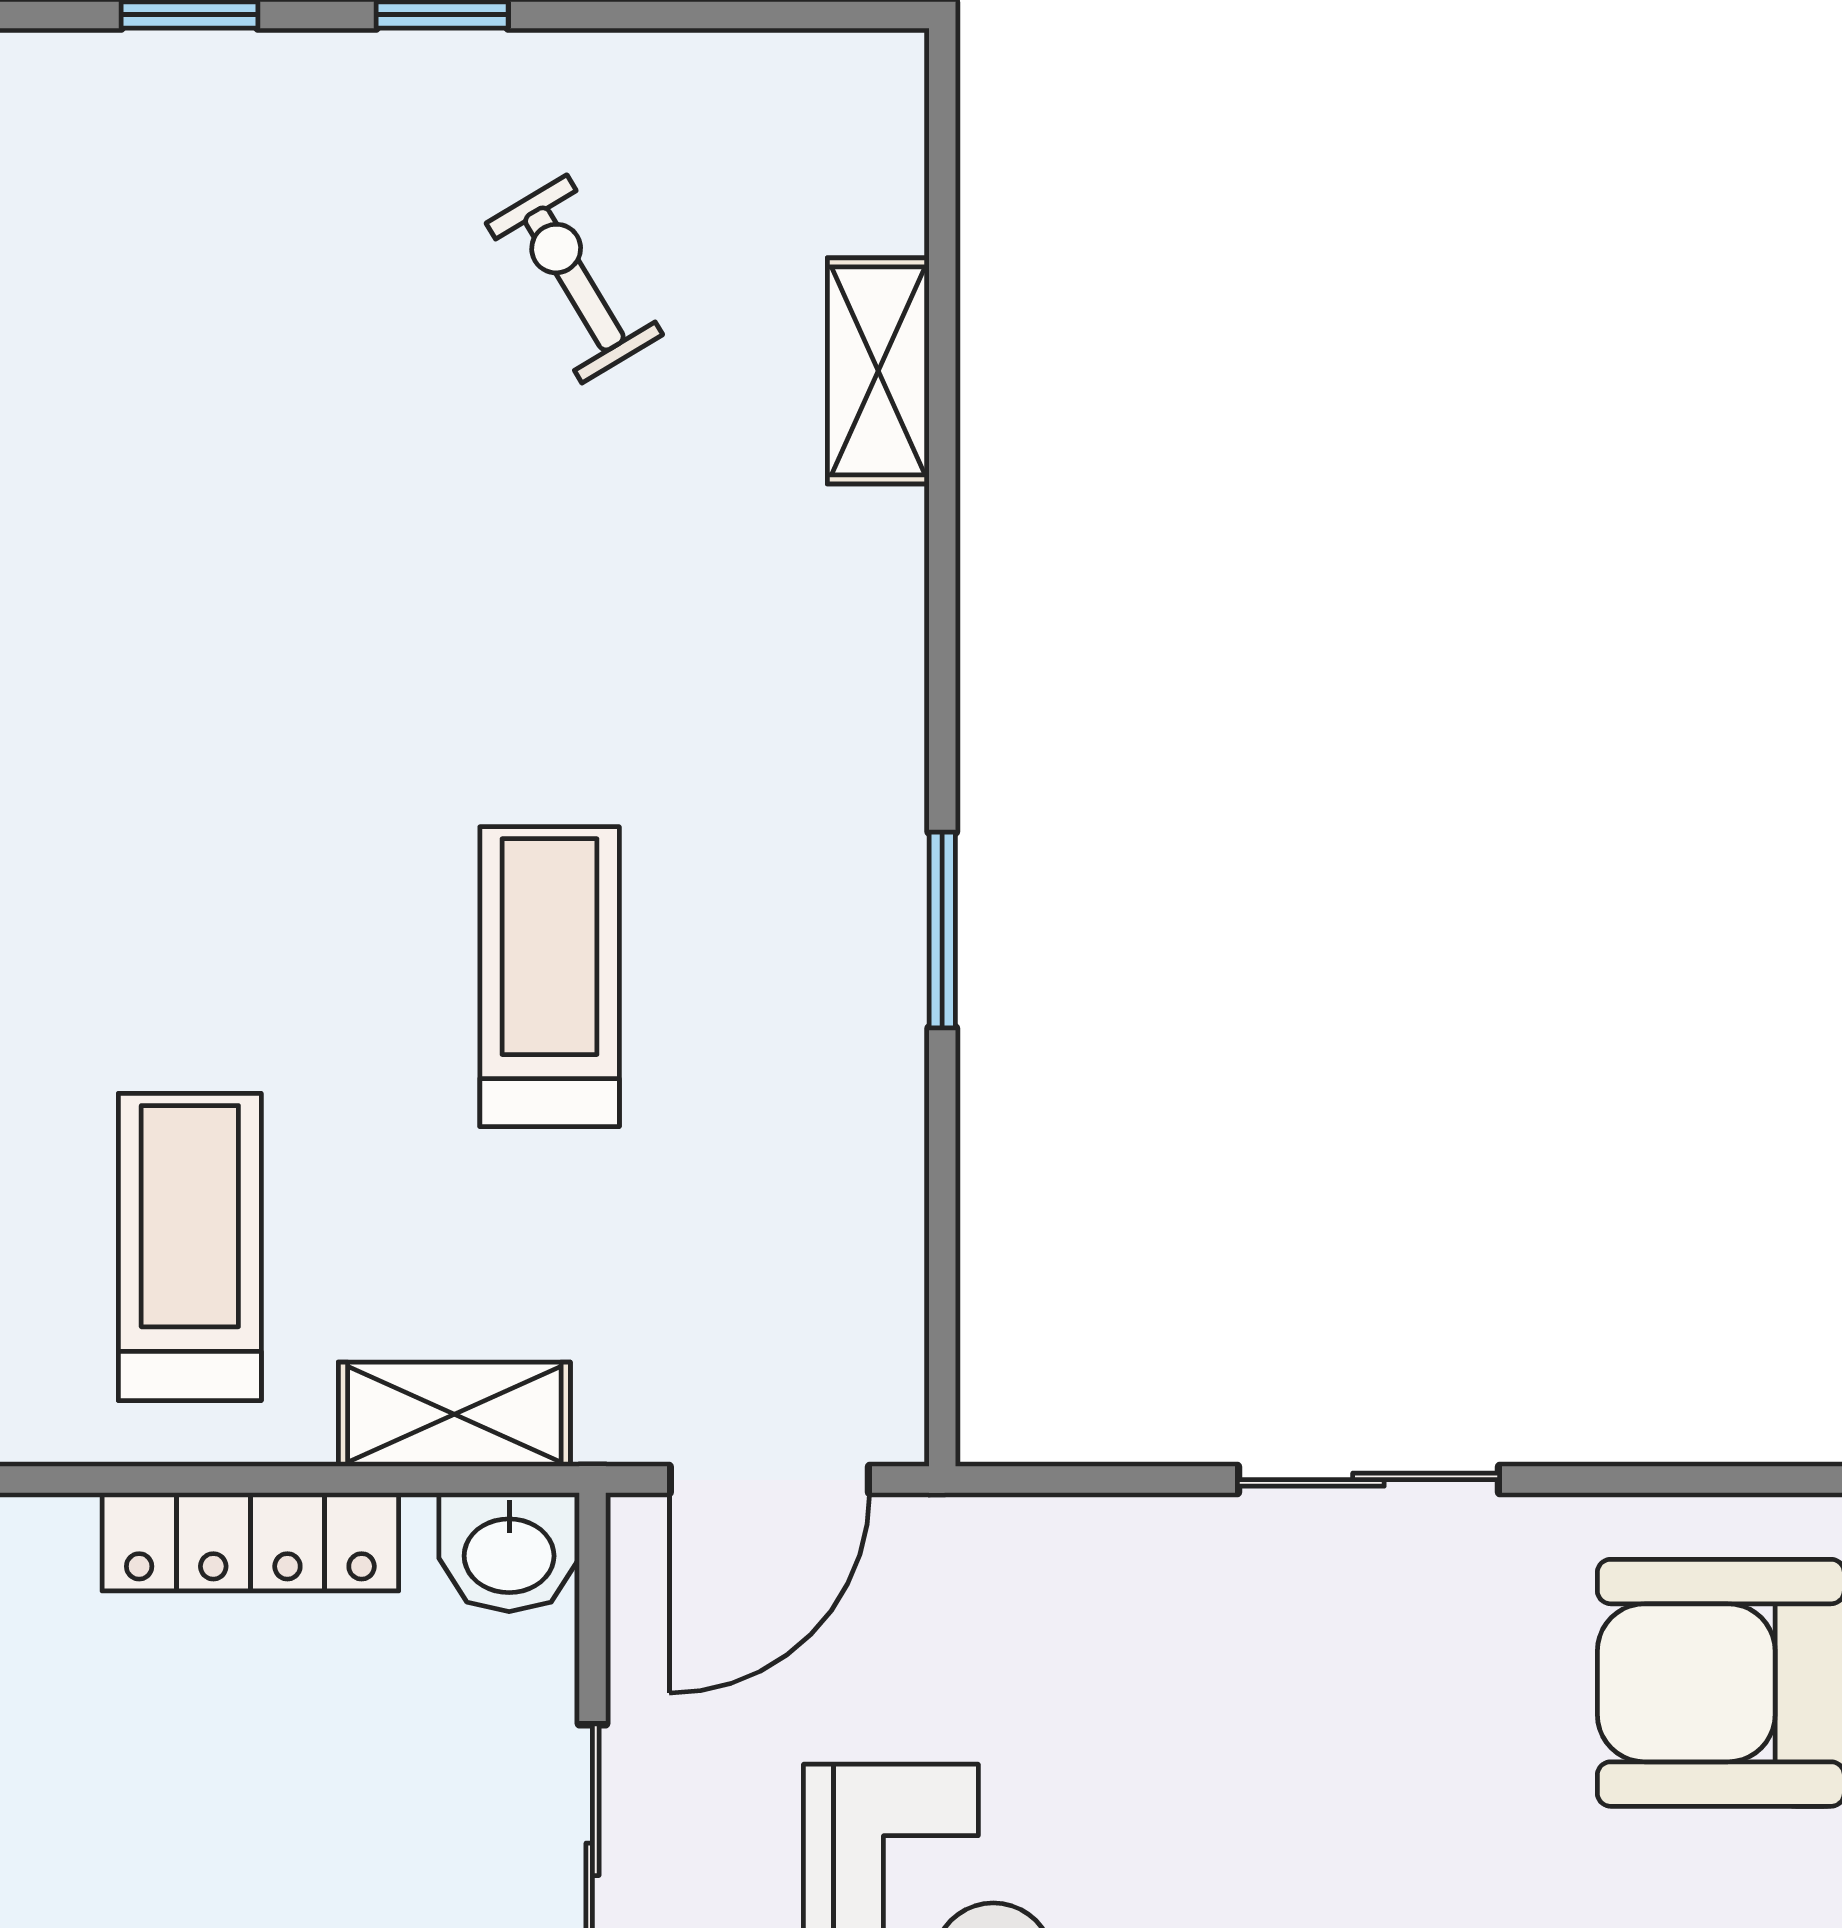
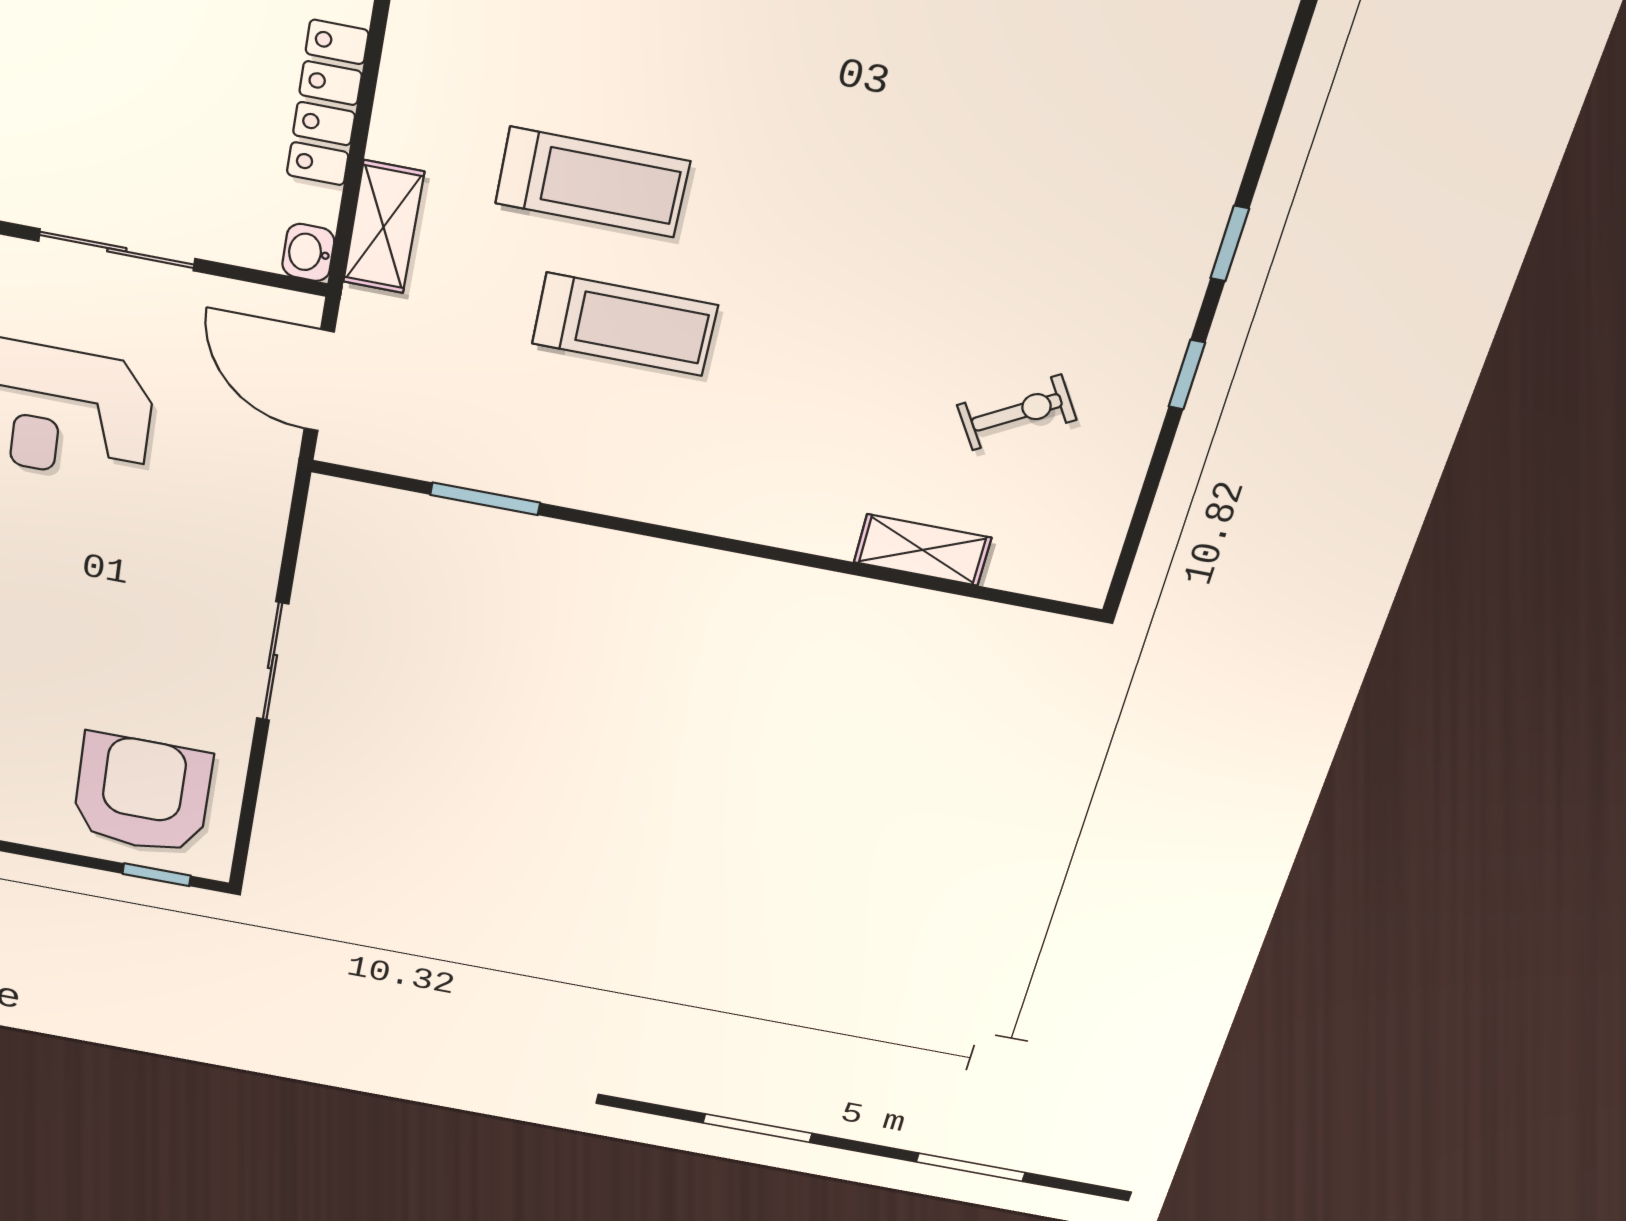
window: (942, 930) -> (485, 499), moved
treadmill: (190, 1247) -> (592, 182), moved
washbasin: (509, 1552) -> (308, 252), width x0.72, depth x0.69

